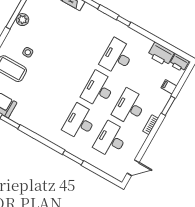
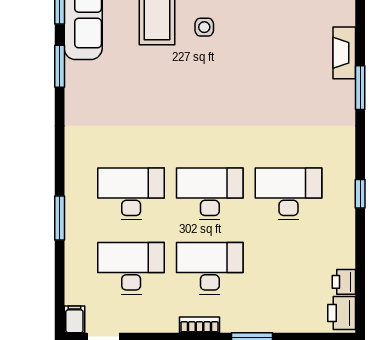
window: (124, 21) -> (360, 194), moved
printer: (161, 54) -> (344, 282), width x0.53, depth x0.68
filing cabinet: (169, 87) -> (74, 319), moved

